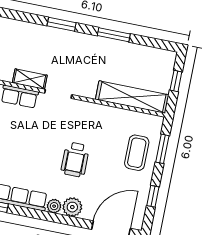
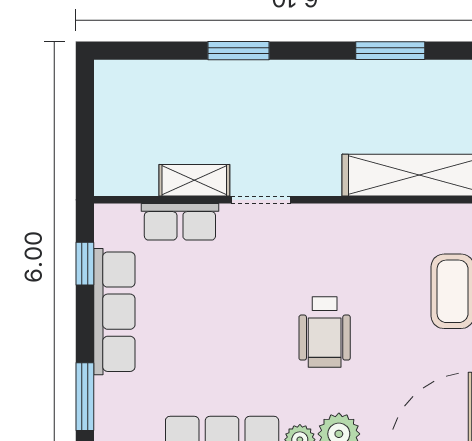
window: (114, 35) -> (390, 51), moved

